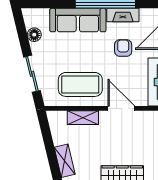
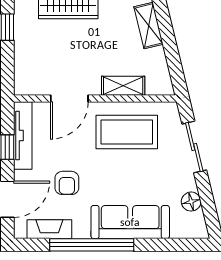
fireplace: (123, 15) -> (49, 229), moved
door: (121, 108) -> (69, 99), hinge flipped

